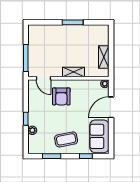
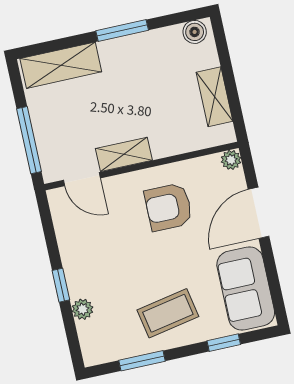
boiler: (101, 29) -> (195, 32), added
shelving: (45, 31) -> (61, 65), added
shelving: (74, 72) -> (124, 154), moved
armchair: (61, 96) -> (168, 207), moved, turned 90

